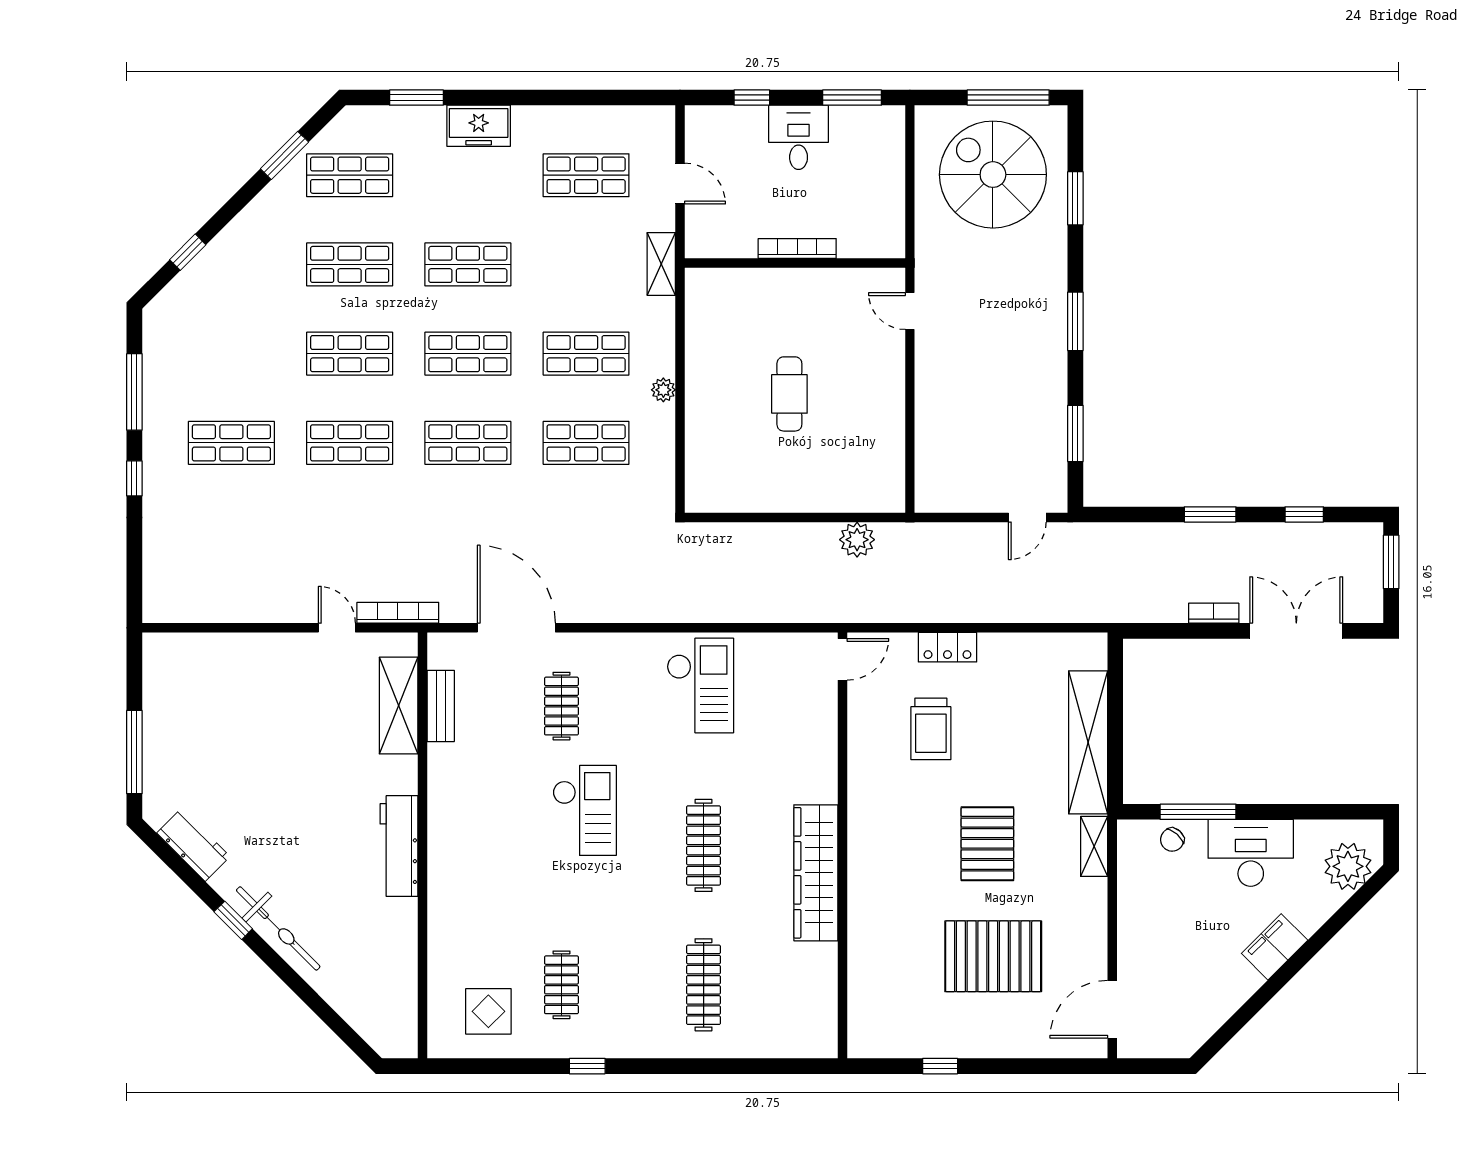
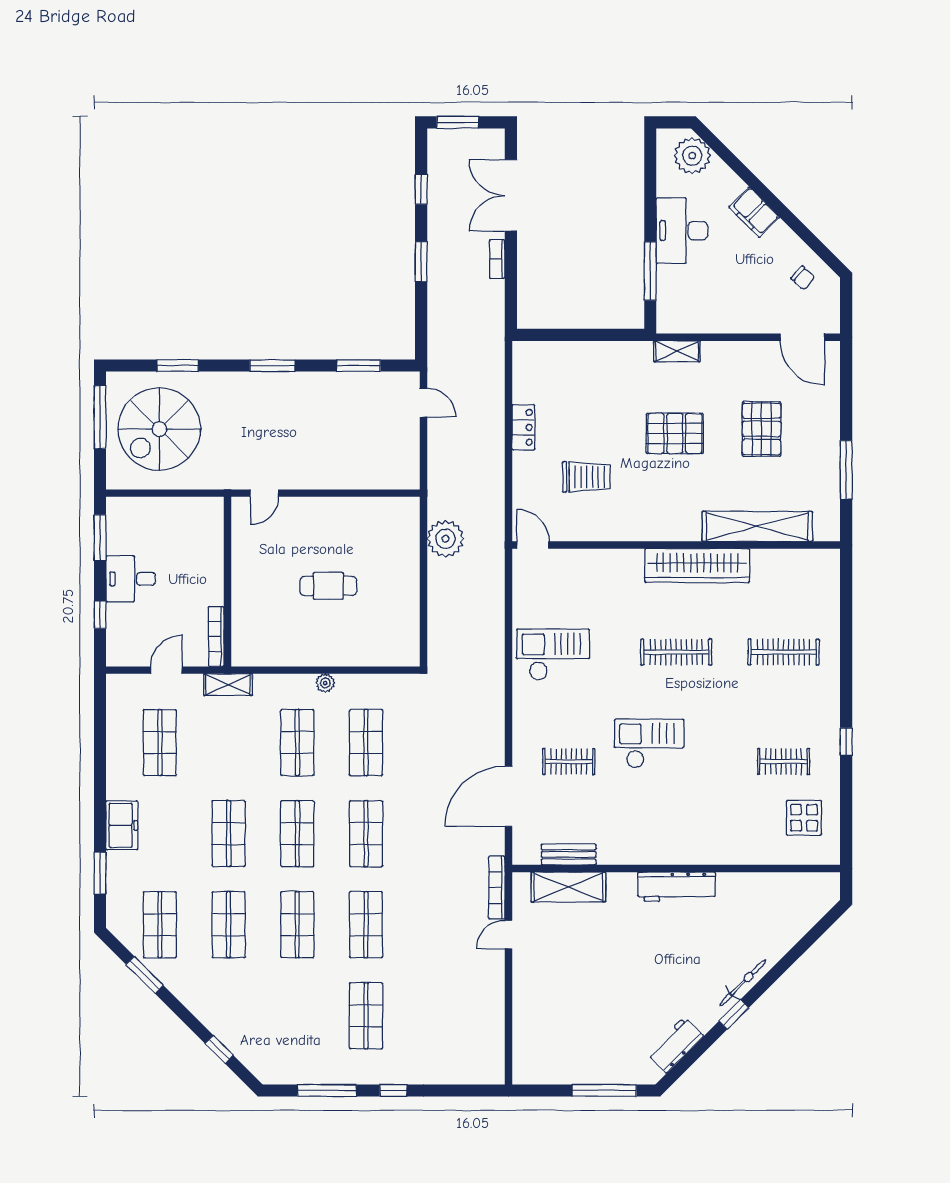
bookcase: (797, 248) -> (216, 637), moved
plant: (857, 540) -> (445, 539), width x1.36, depth x1.36
locker: (947, 647) -> (523, 427), moved
shelving: (1088, 742) -> (757, 526), moved
chair: (1172, 840) -> (803, 278), moved
bicycle: (278, 928) -> (743, 983), width x0.73, depth x0.71
pallet: (993, 956) -> (762, 429), width x0.73, depth x0.71
window: (940, 1066) -> (846, 470), width x2.17

